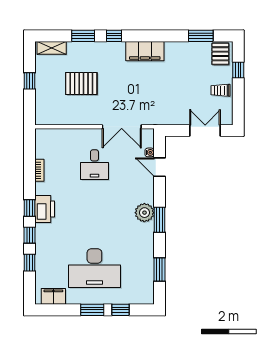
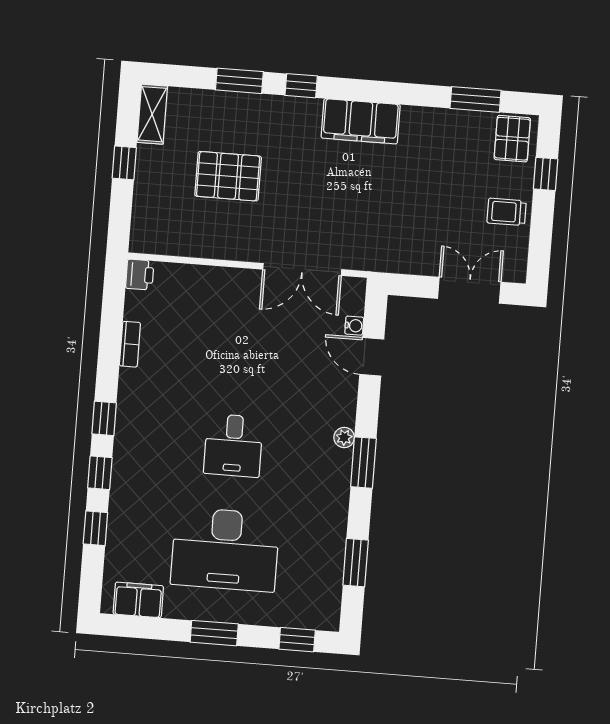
shelving: (52, 48) -> (152, 114), moved, turned 90
desk: (94, 165) -> (233, 445), moved
printer: (45, 209) -> (140, 275), moved, width x0.53, depth x0.68
plant: (144, 213) -> (344, 437), width x0.53, depth x0.53
window: (121, 310) -> (297, 640), moved

